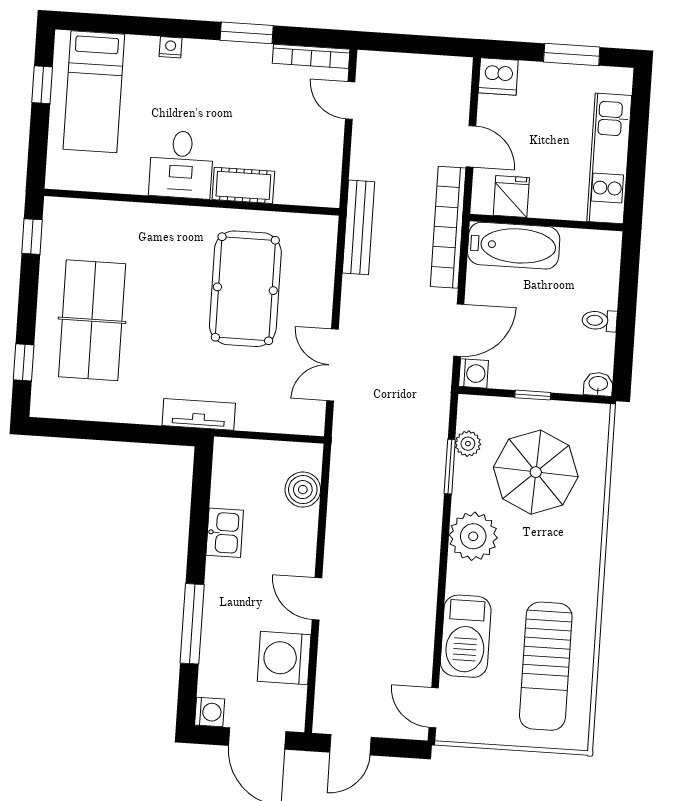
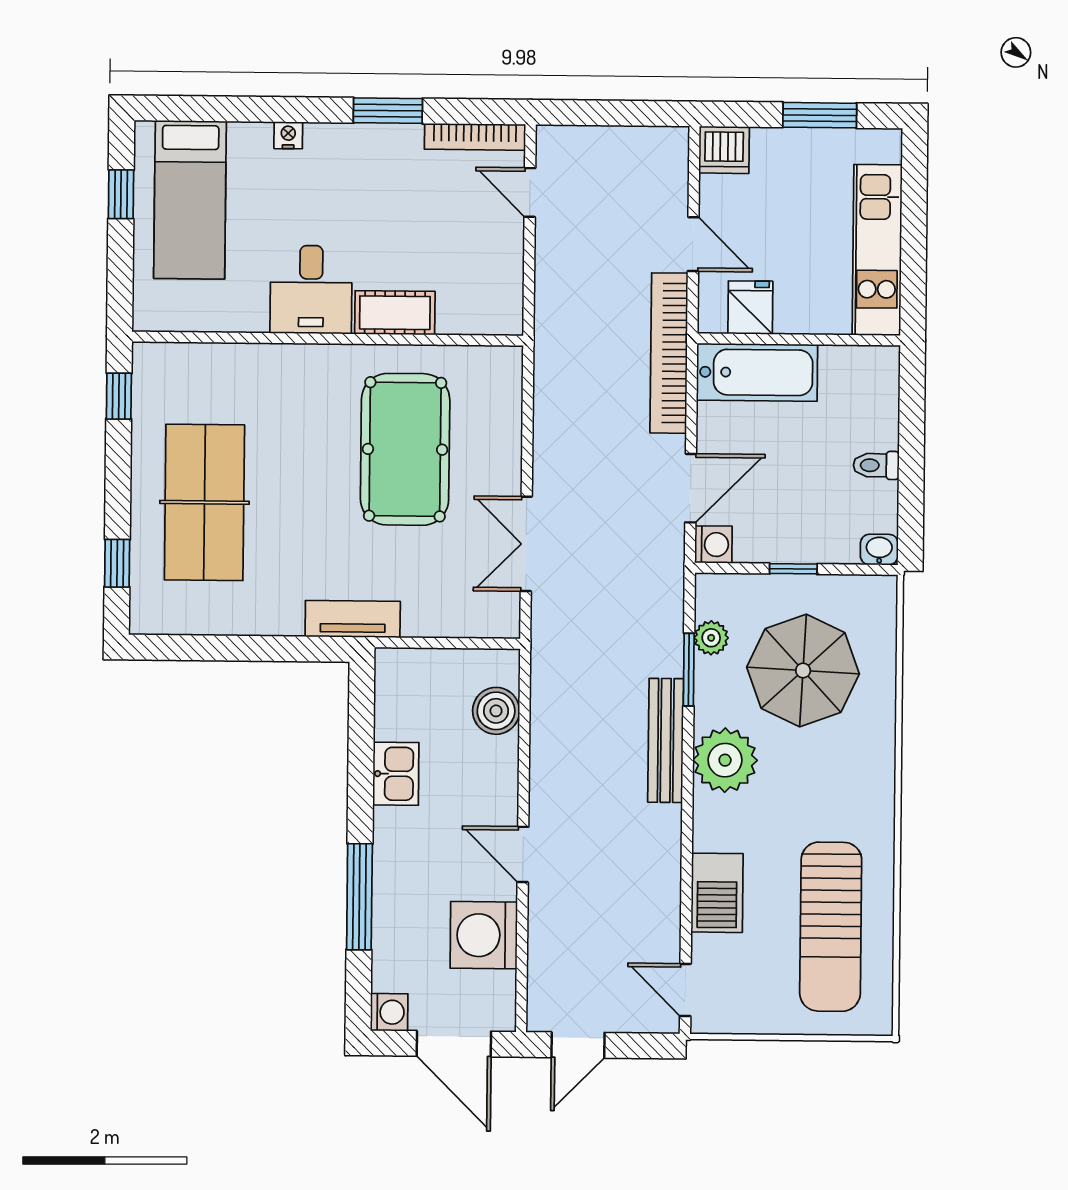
bench: (359, 227) -> (666, 740), moved
barbecue: (466, 636) -> (717, 893), width x0.73, depth x0.83

